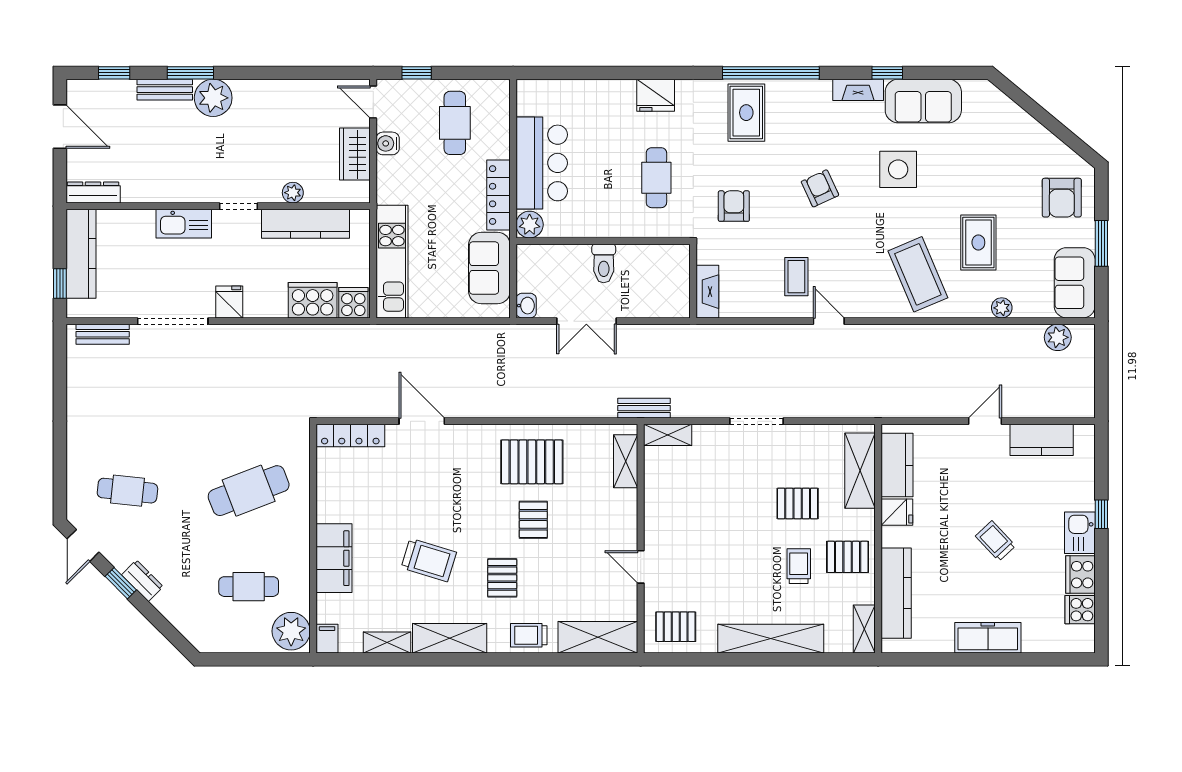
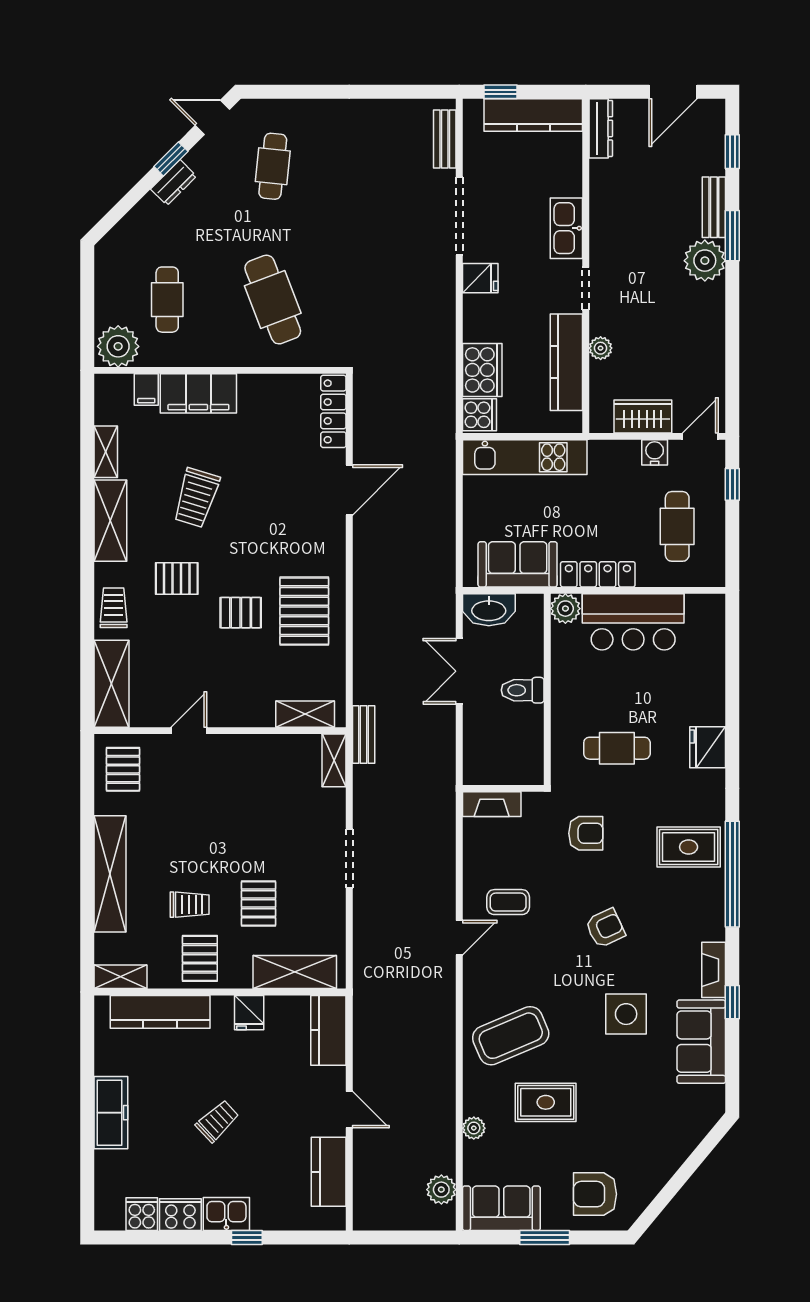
cafe table: (455, 123) -> (677, 526), turned 90
washbasin: (526, 306) -> (489, 610), width x1.91, depth x1.45
kitchen counter: (897, 465) -> (328, 1030), moved, turned 90
filing cabinet: (327, 639) -> (146, 390), moved, turned 90

